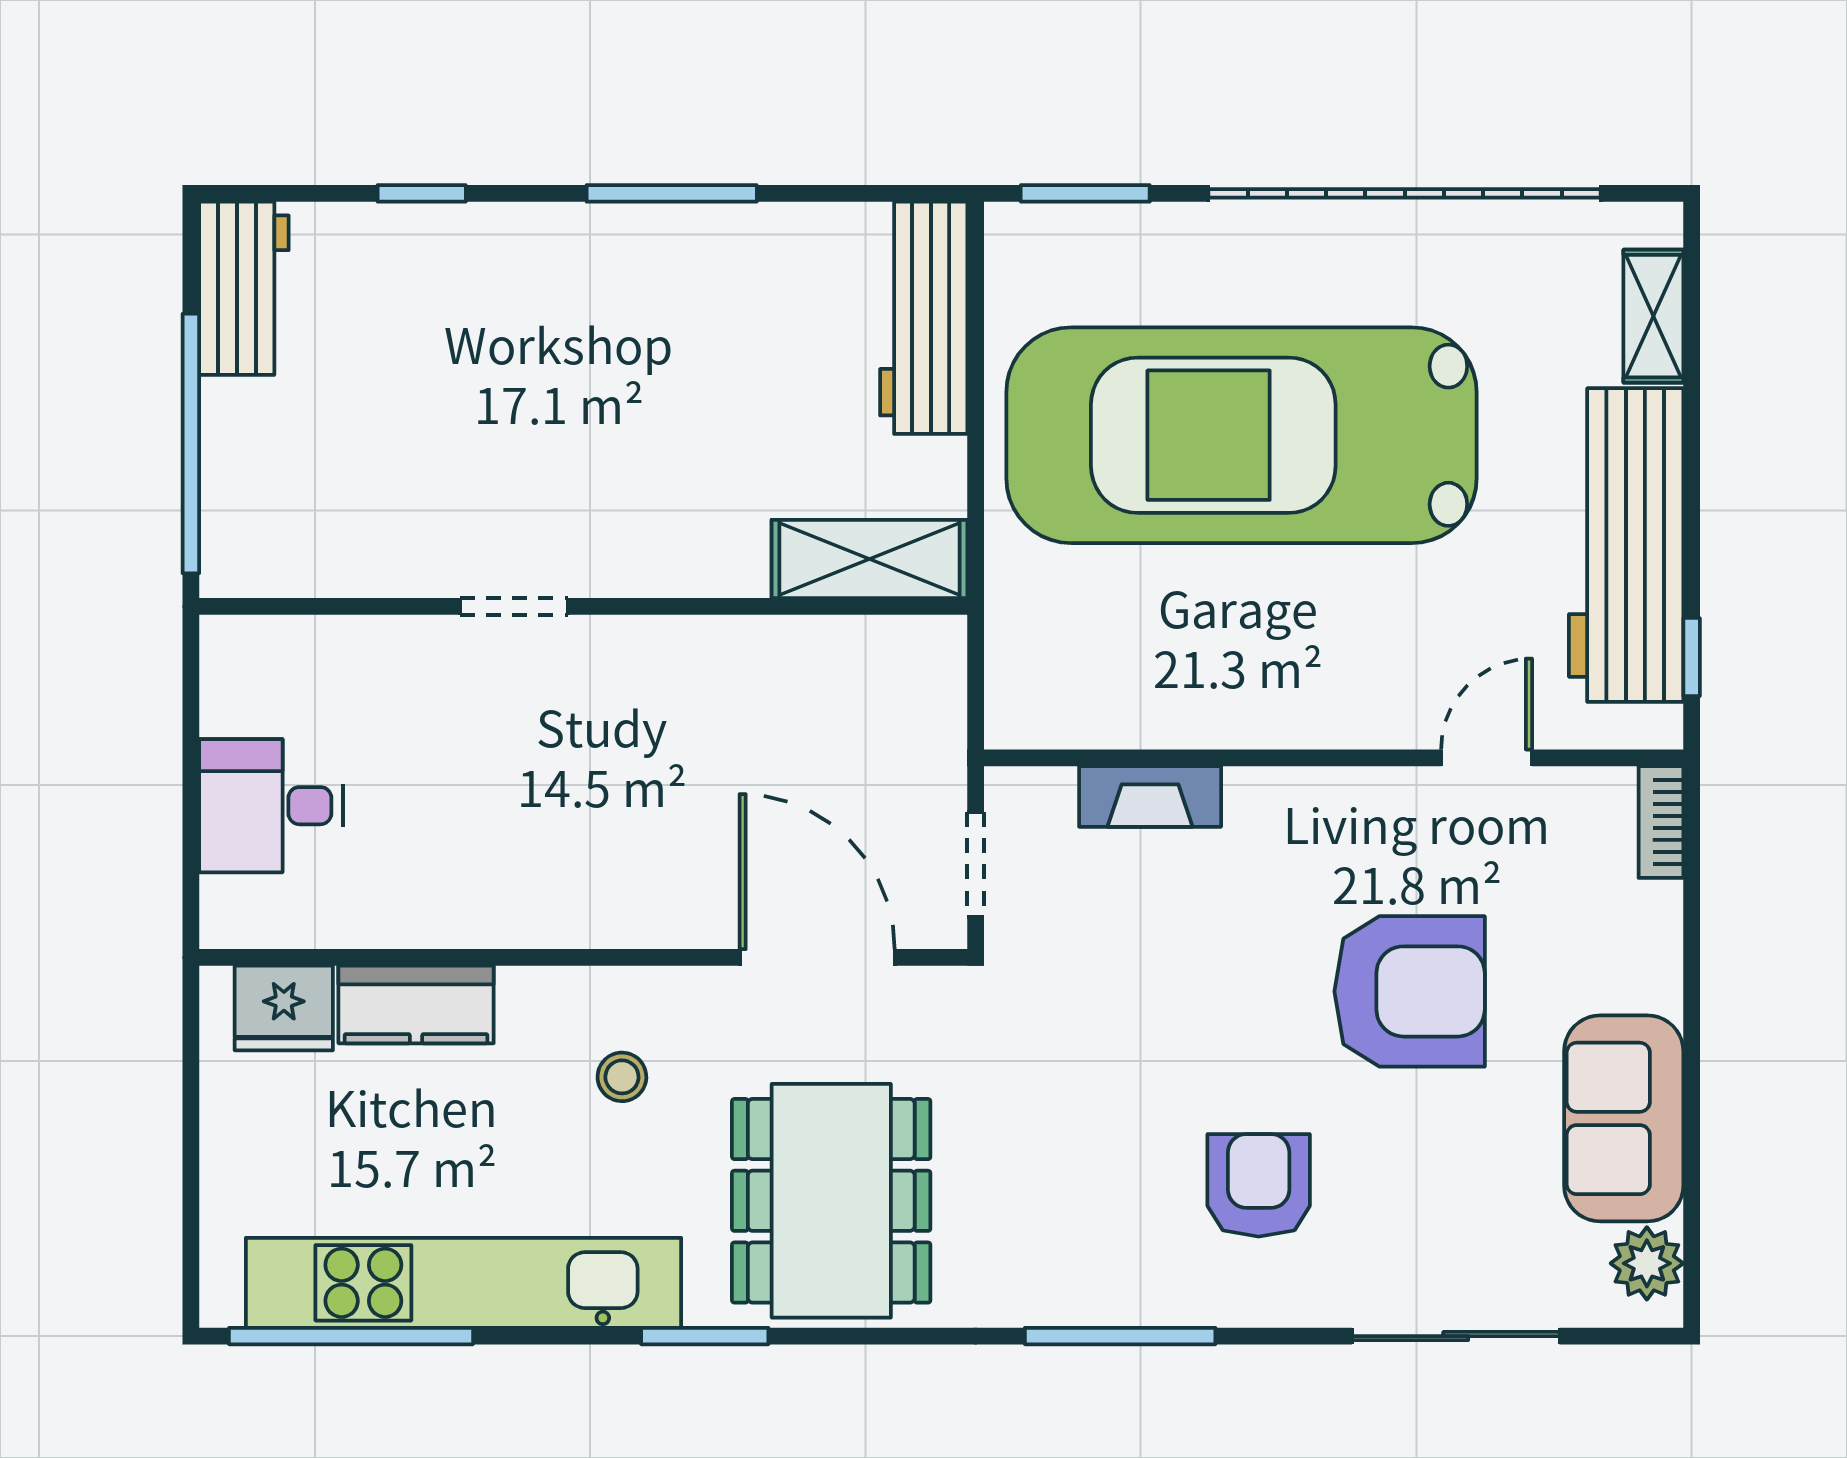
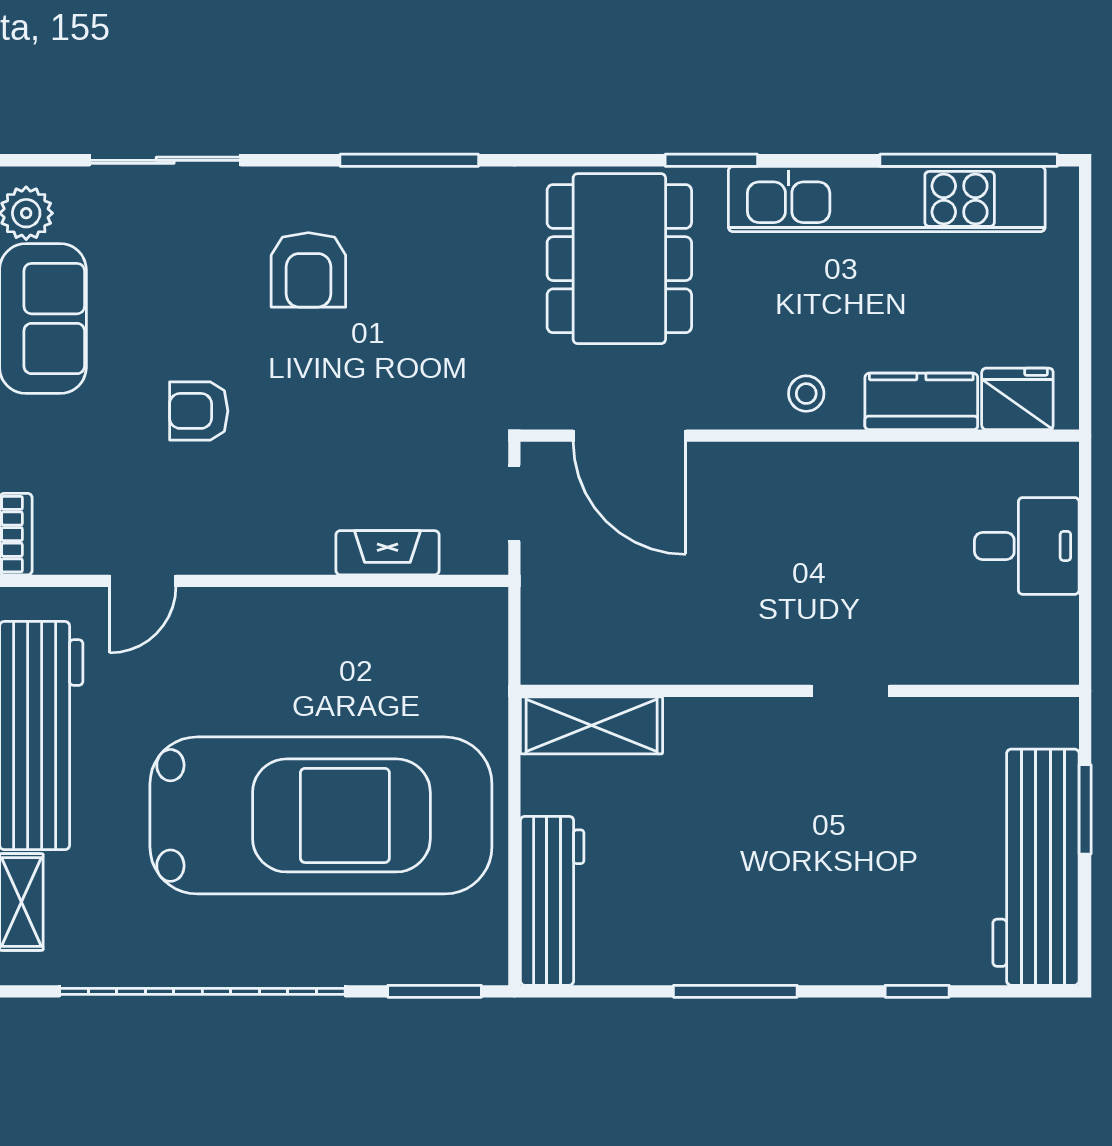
workbench: (244, 288) -> (1036, 867), width x1.88, depth x1.32
window: (191, 444) -> (1085, 809), width x0.47
armchair: (1410, 991) -> (199, 411), width x0.53, depth x0.53
stool: (622, 1077) -> (806, 394), moved

